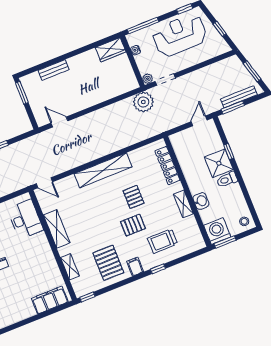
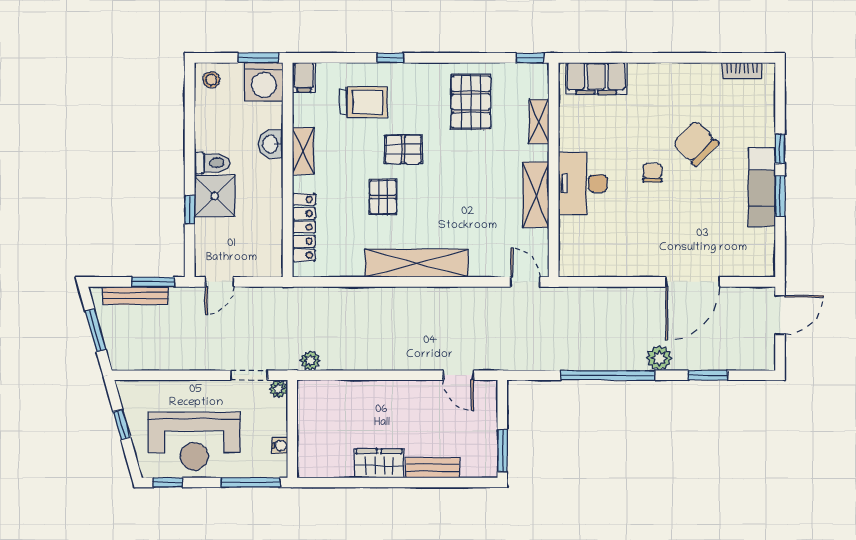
wardrobe: (111, 50) -> (379, 463), moved
plant: (143, 102) -> (310, 361), width x0.53, depth x0.53
desk: (25, 219) -> (583, 183), moved
filing cabinet: (135, 267) -> (304, 77), moved

